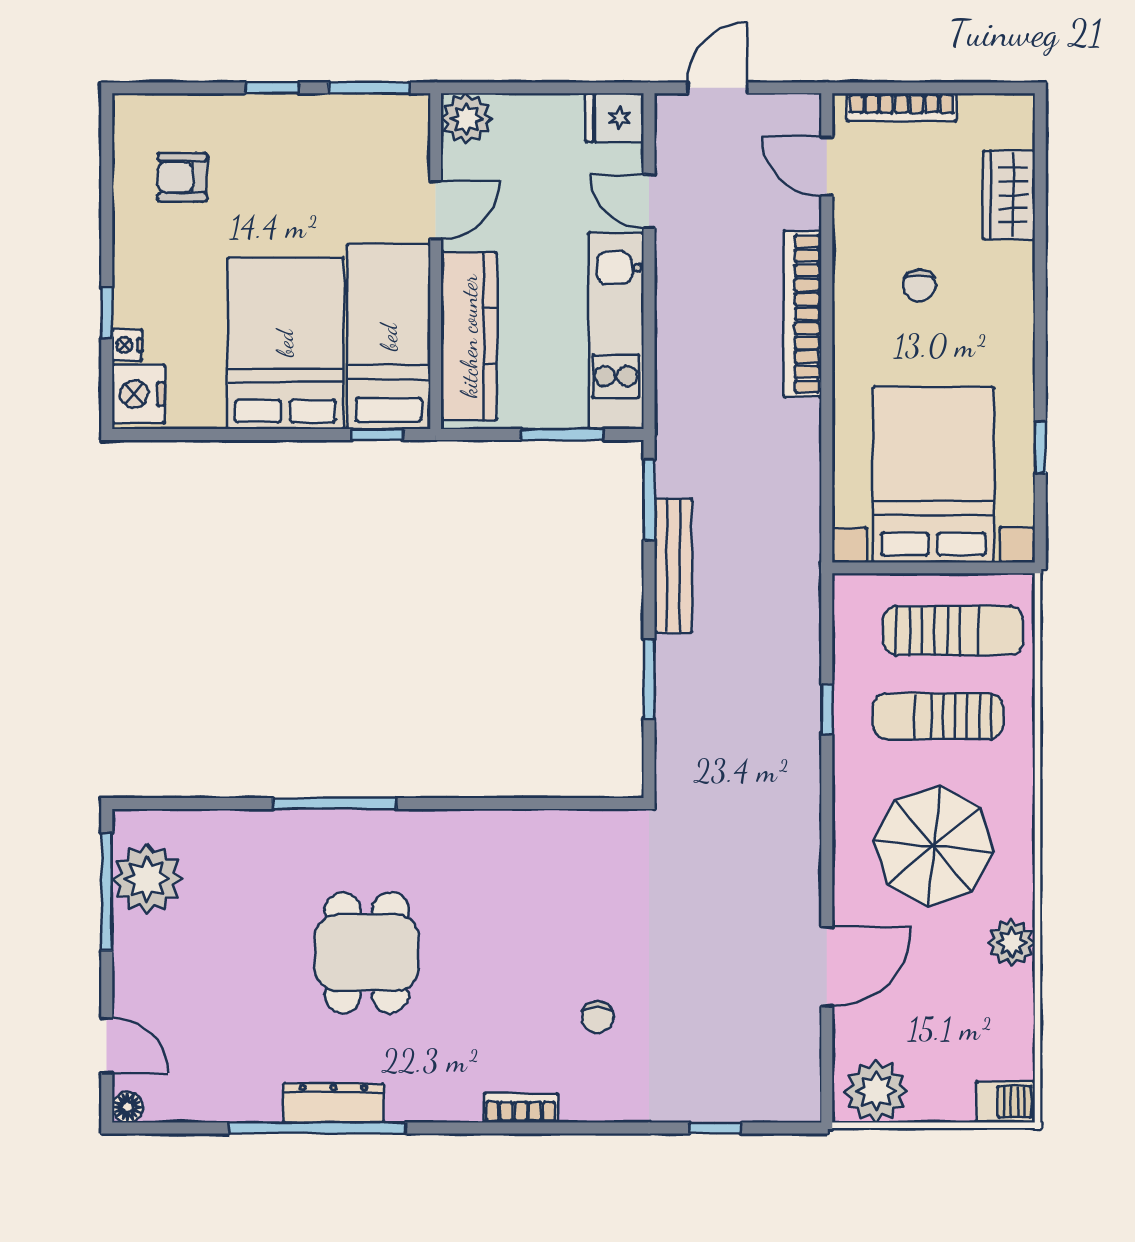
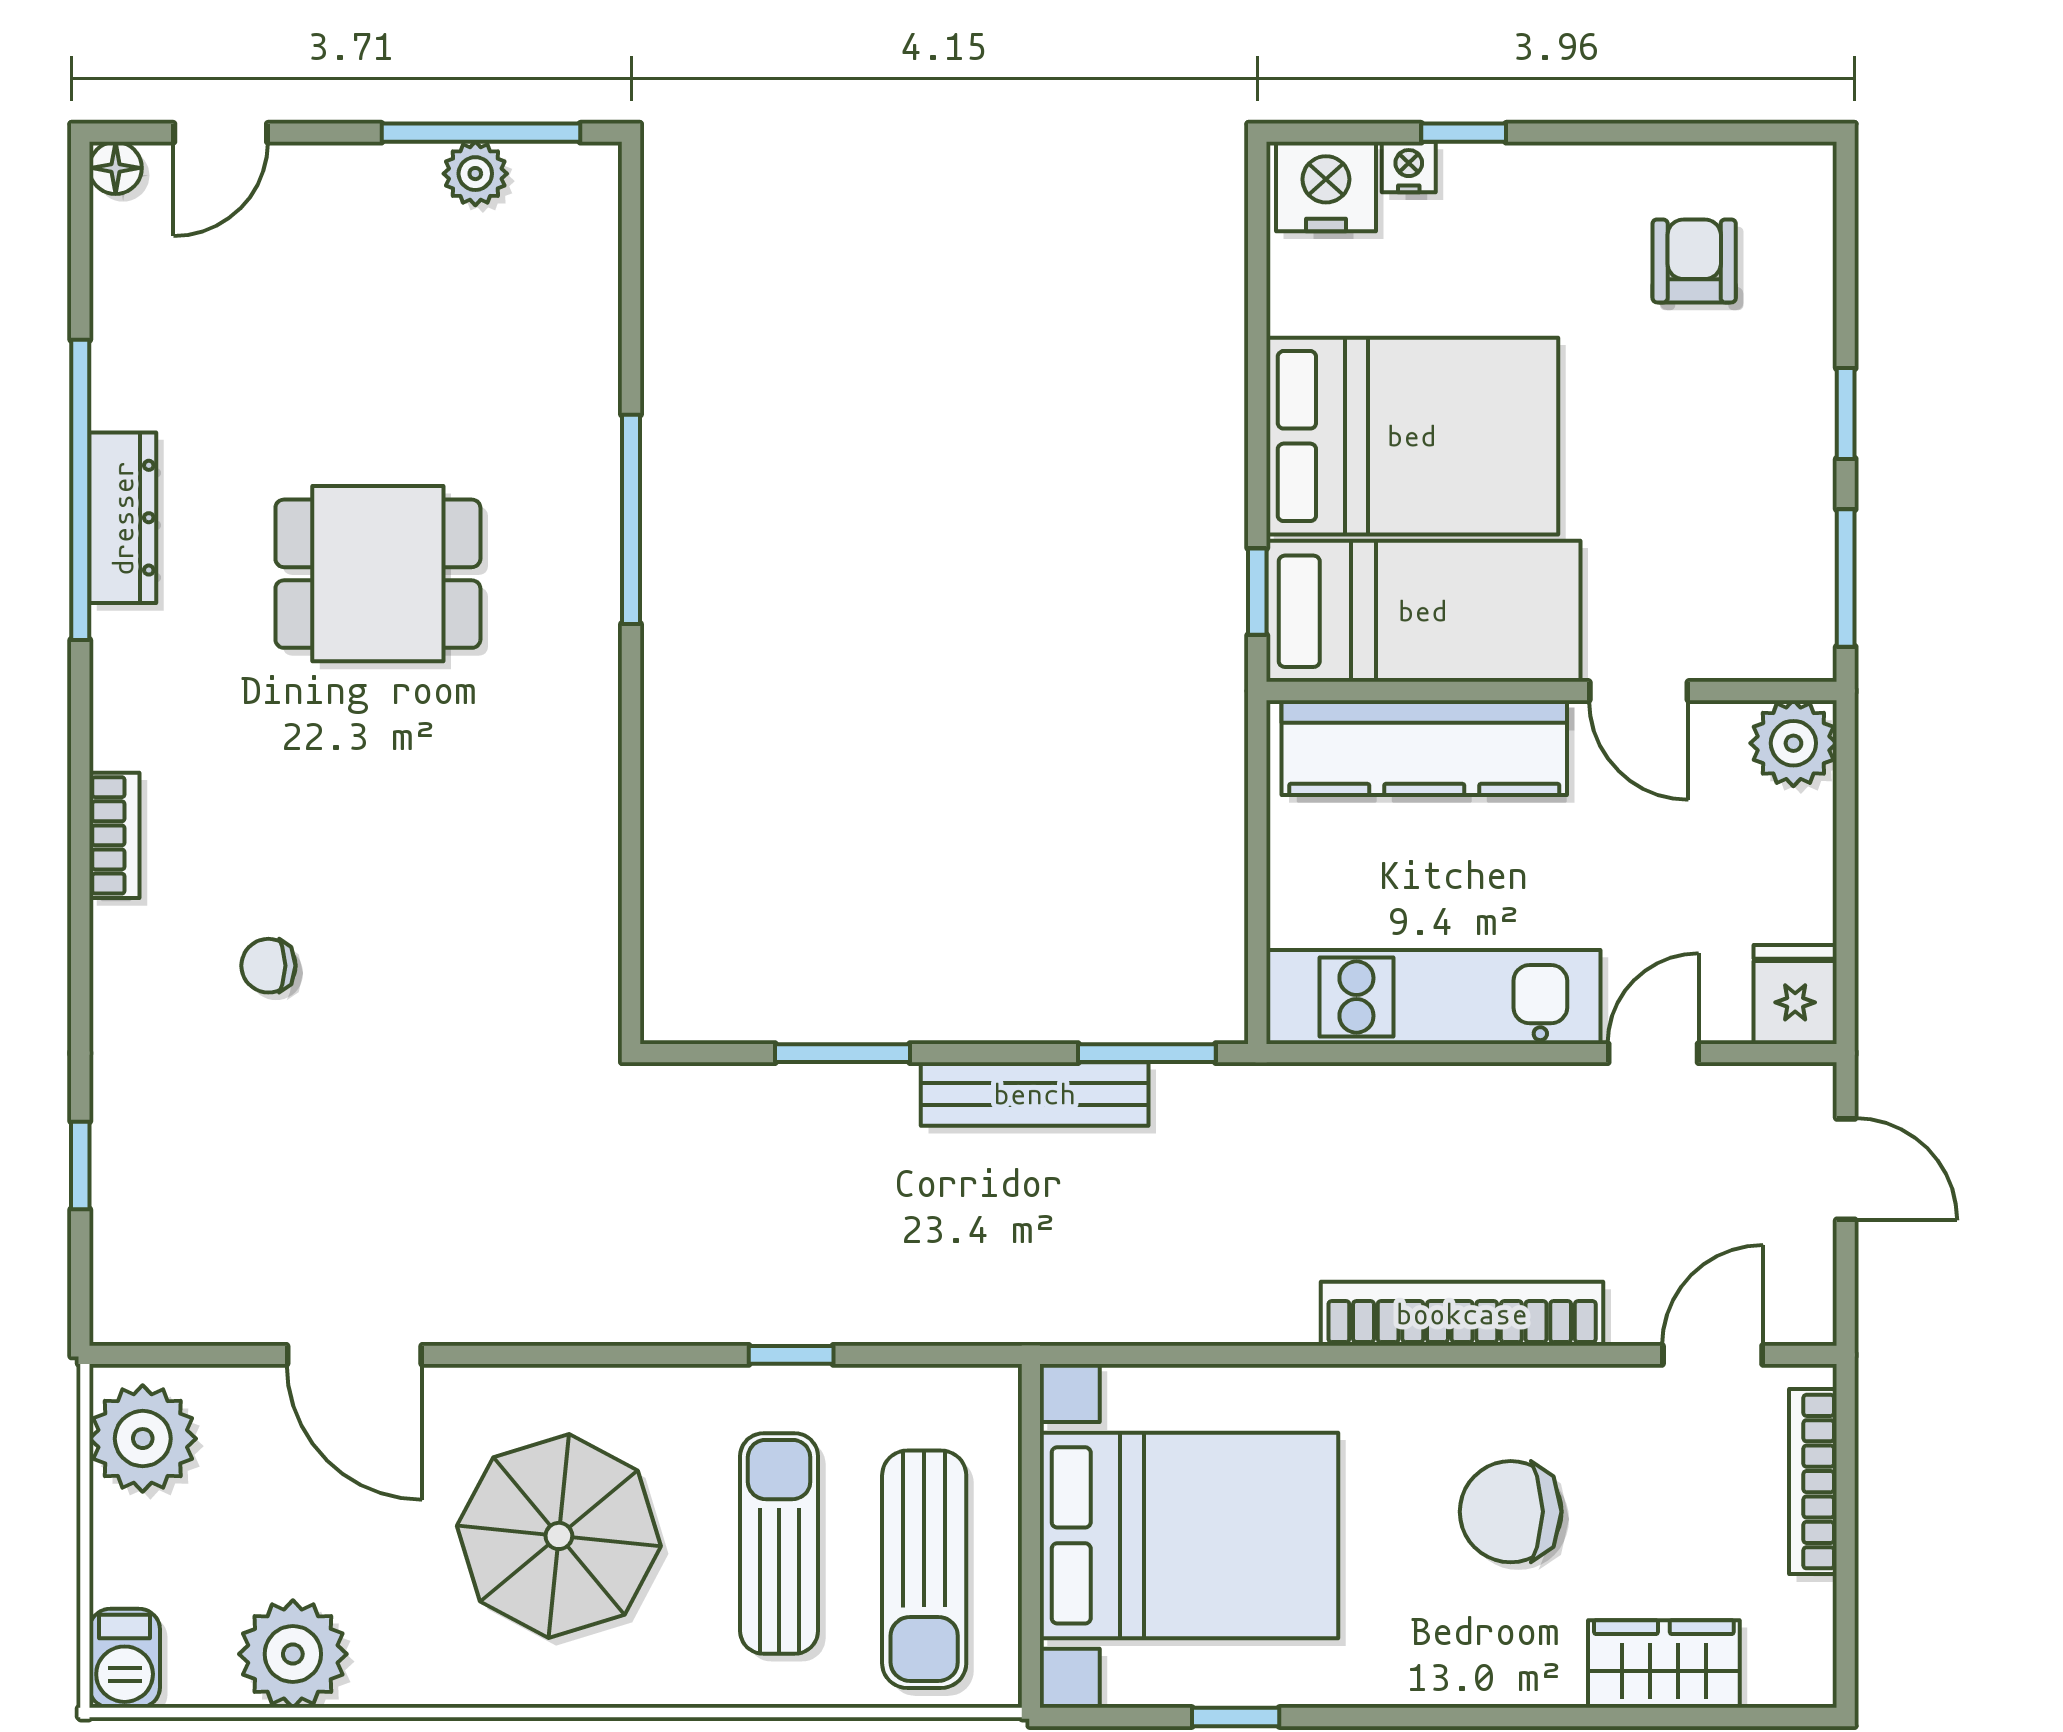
chair: (919, 285) -> (1511, 1512), width x1.87, depth x1.87
window: (563, 435) -> (1257, 906), removed
plant: (147, 879) -> (475, 174), width x0.53, depth x0.53
plant: (1012, 943) -> (293, 1654), moved, width x1.36, depth x1.36

